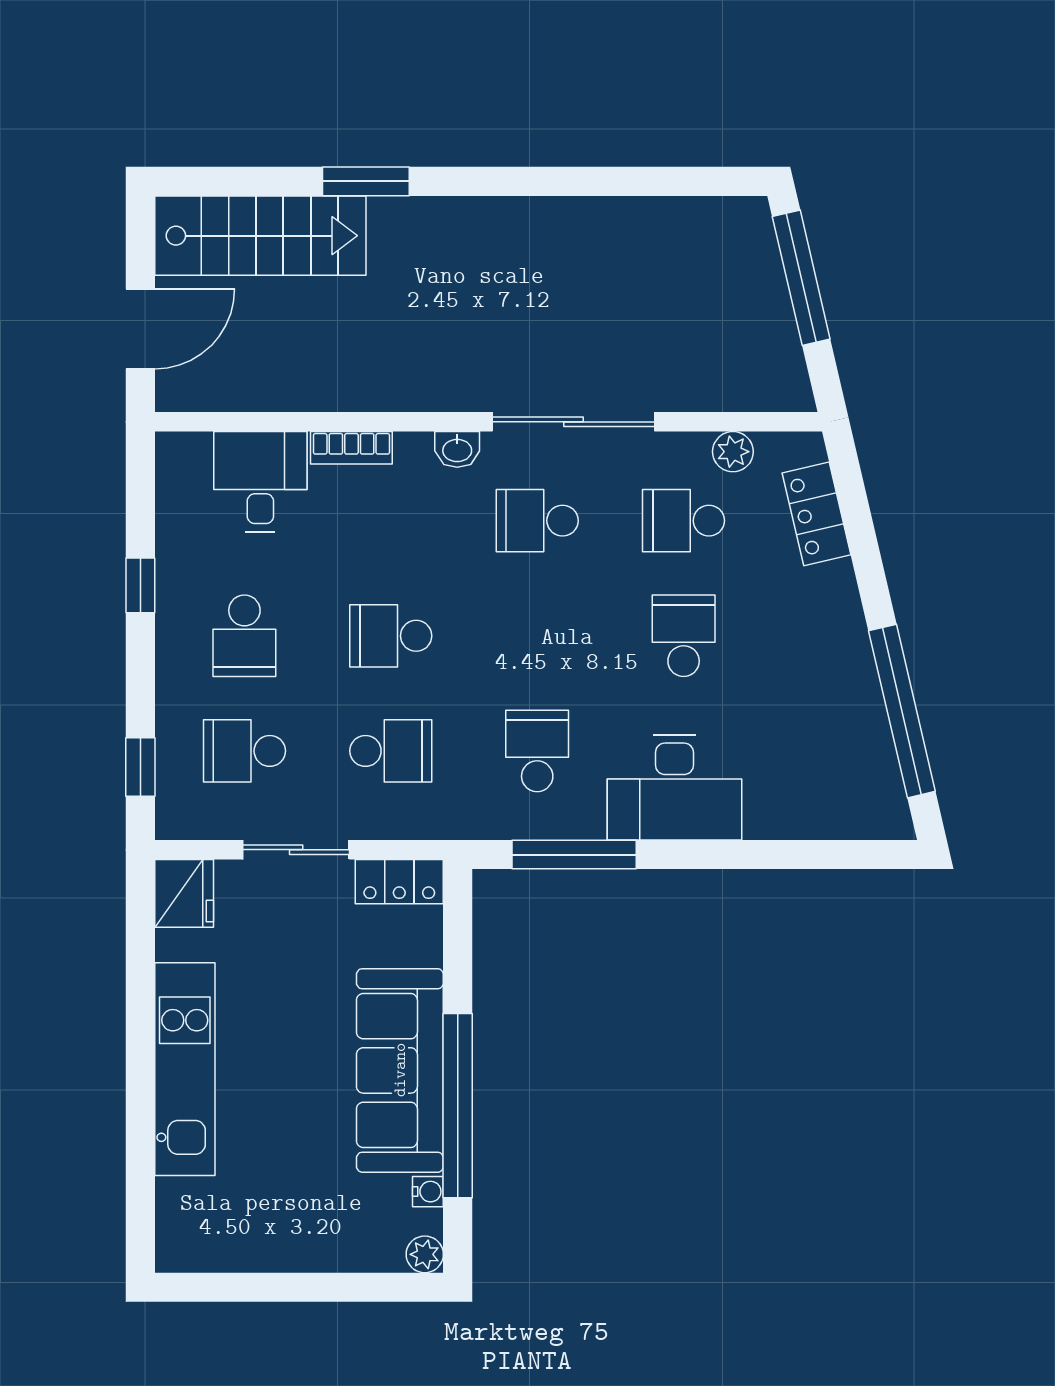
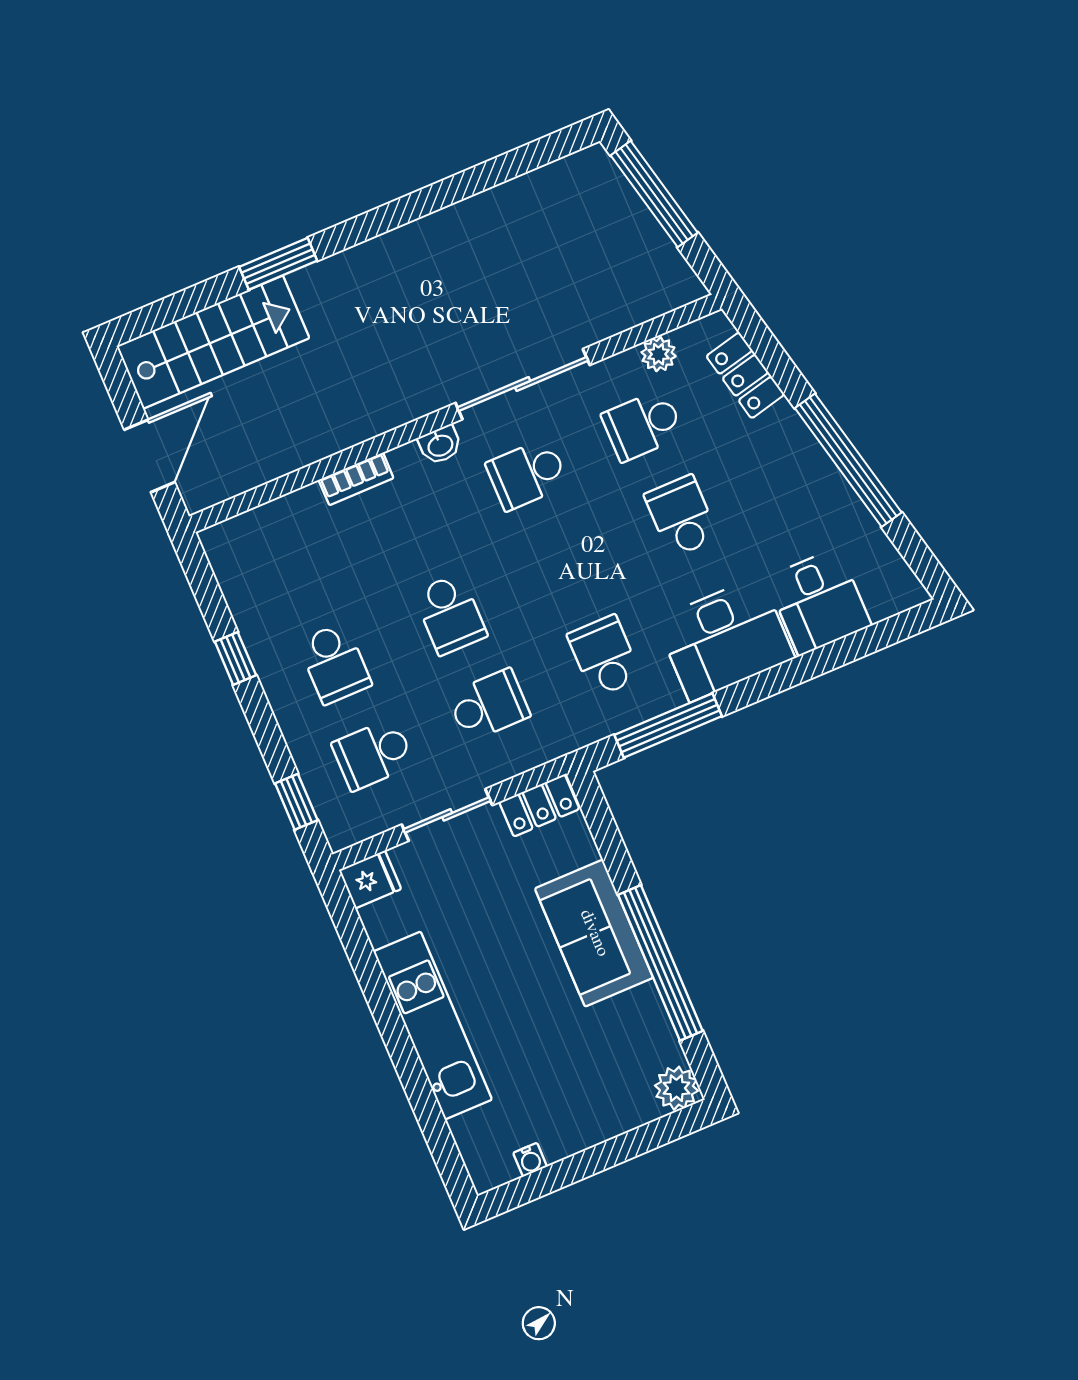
desk: (260, 482) -> (819, 601), moved, turned 180
school desk: (391, 636) -> (450, 614), turned -90
window: (902, 711) -> (848, 460), moved
fridge: (184, 893) -> (370, 879), width x0.72
sofa: (400, 1070) -> (594, 933), width x0.73
water cooler: (428, 1192) -> (530, 1160), moved, turned 90
plant: (425, 1254) -> (676, 1088), width x1.38, depth x1.38

